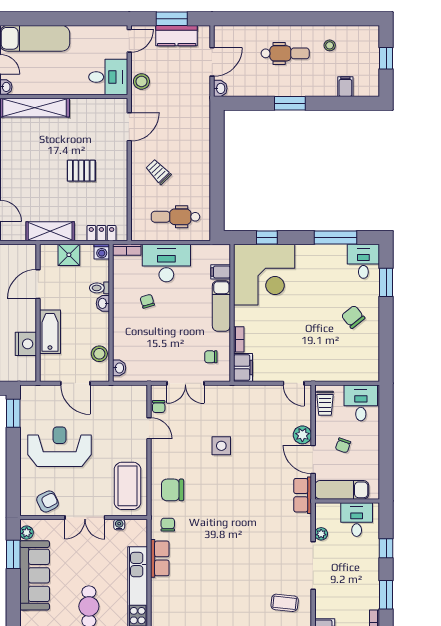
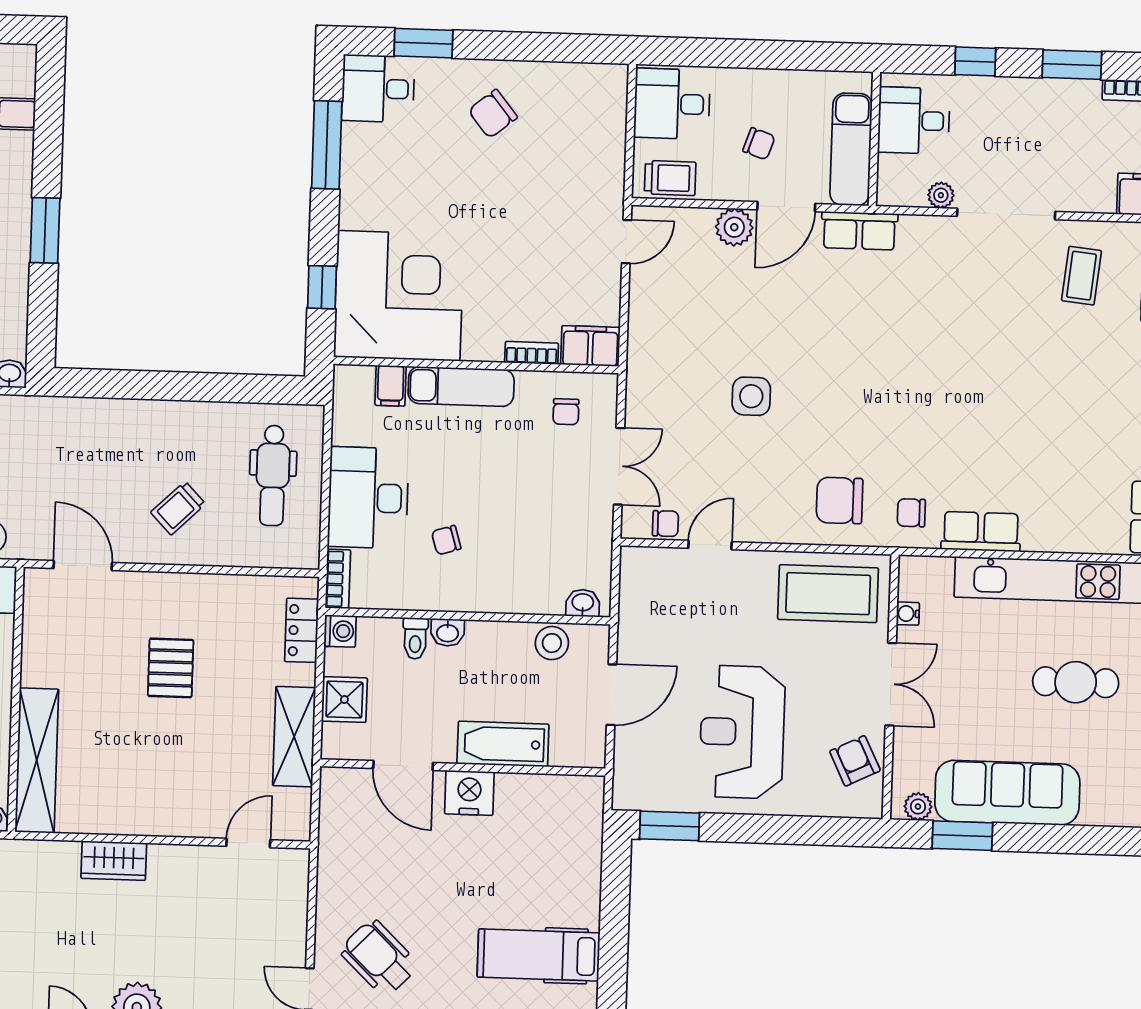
nightstand: (26, 344) -> (469, 793), moved
chair: (173, 490) -> (840, 500), turned 90

